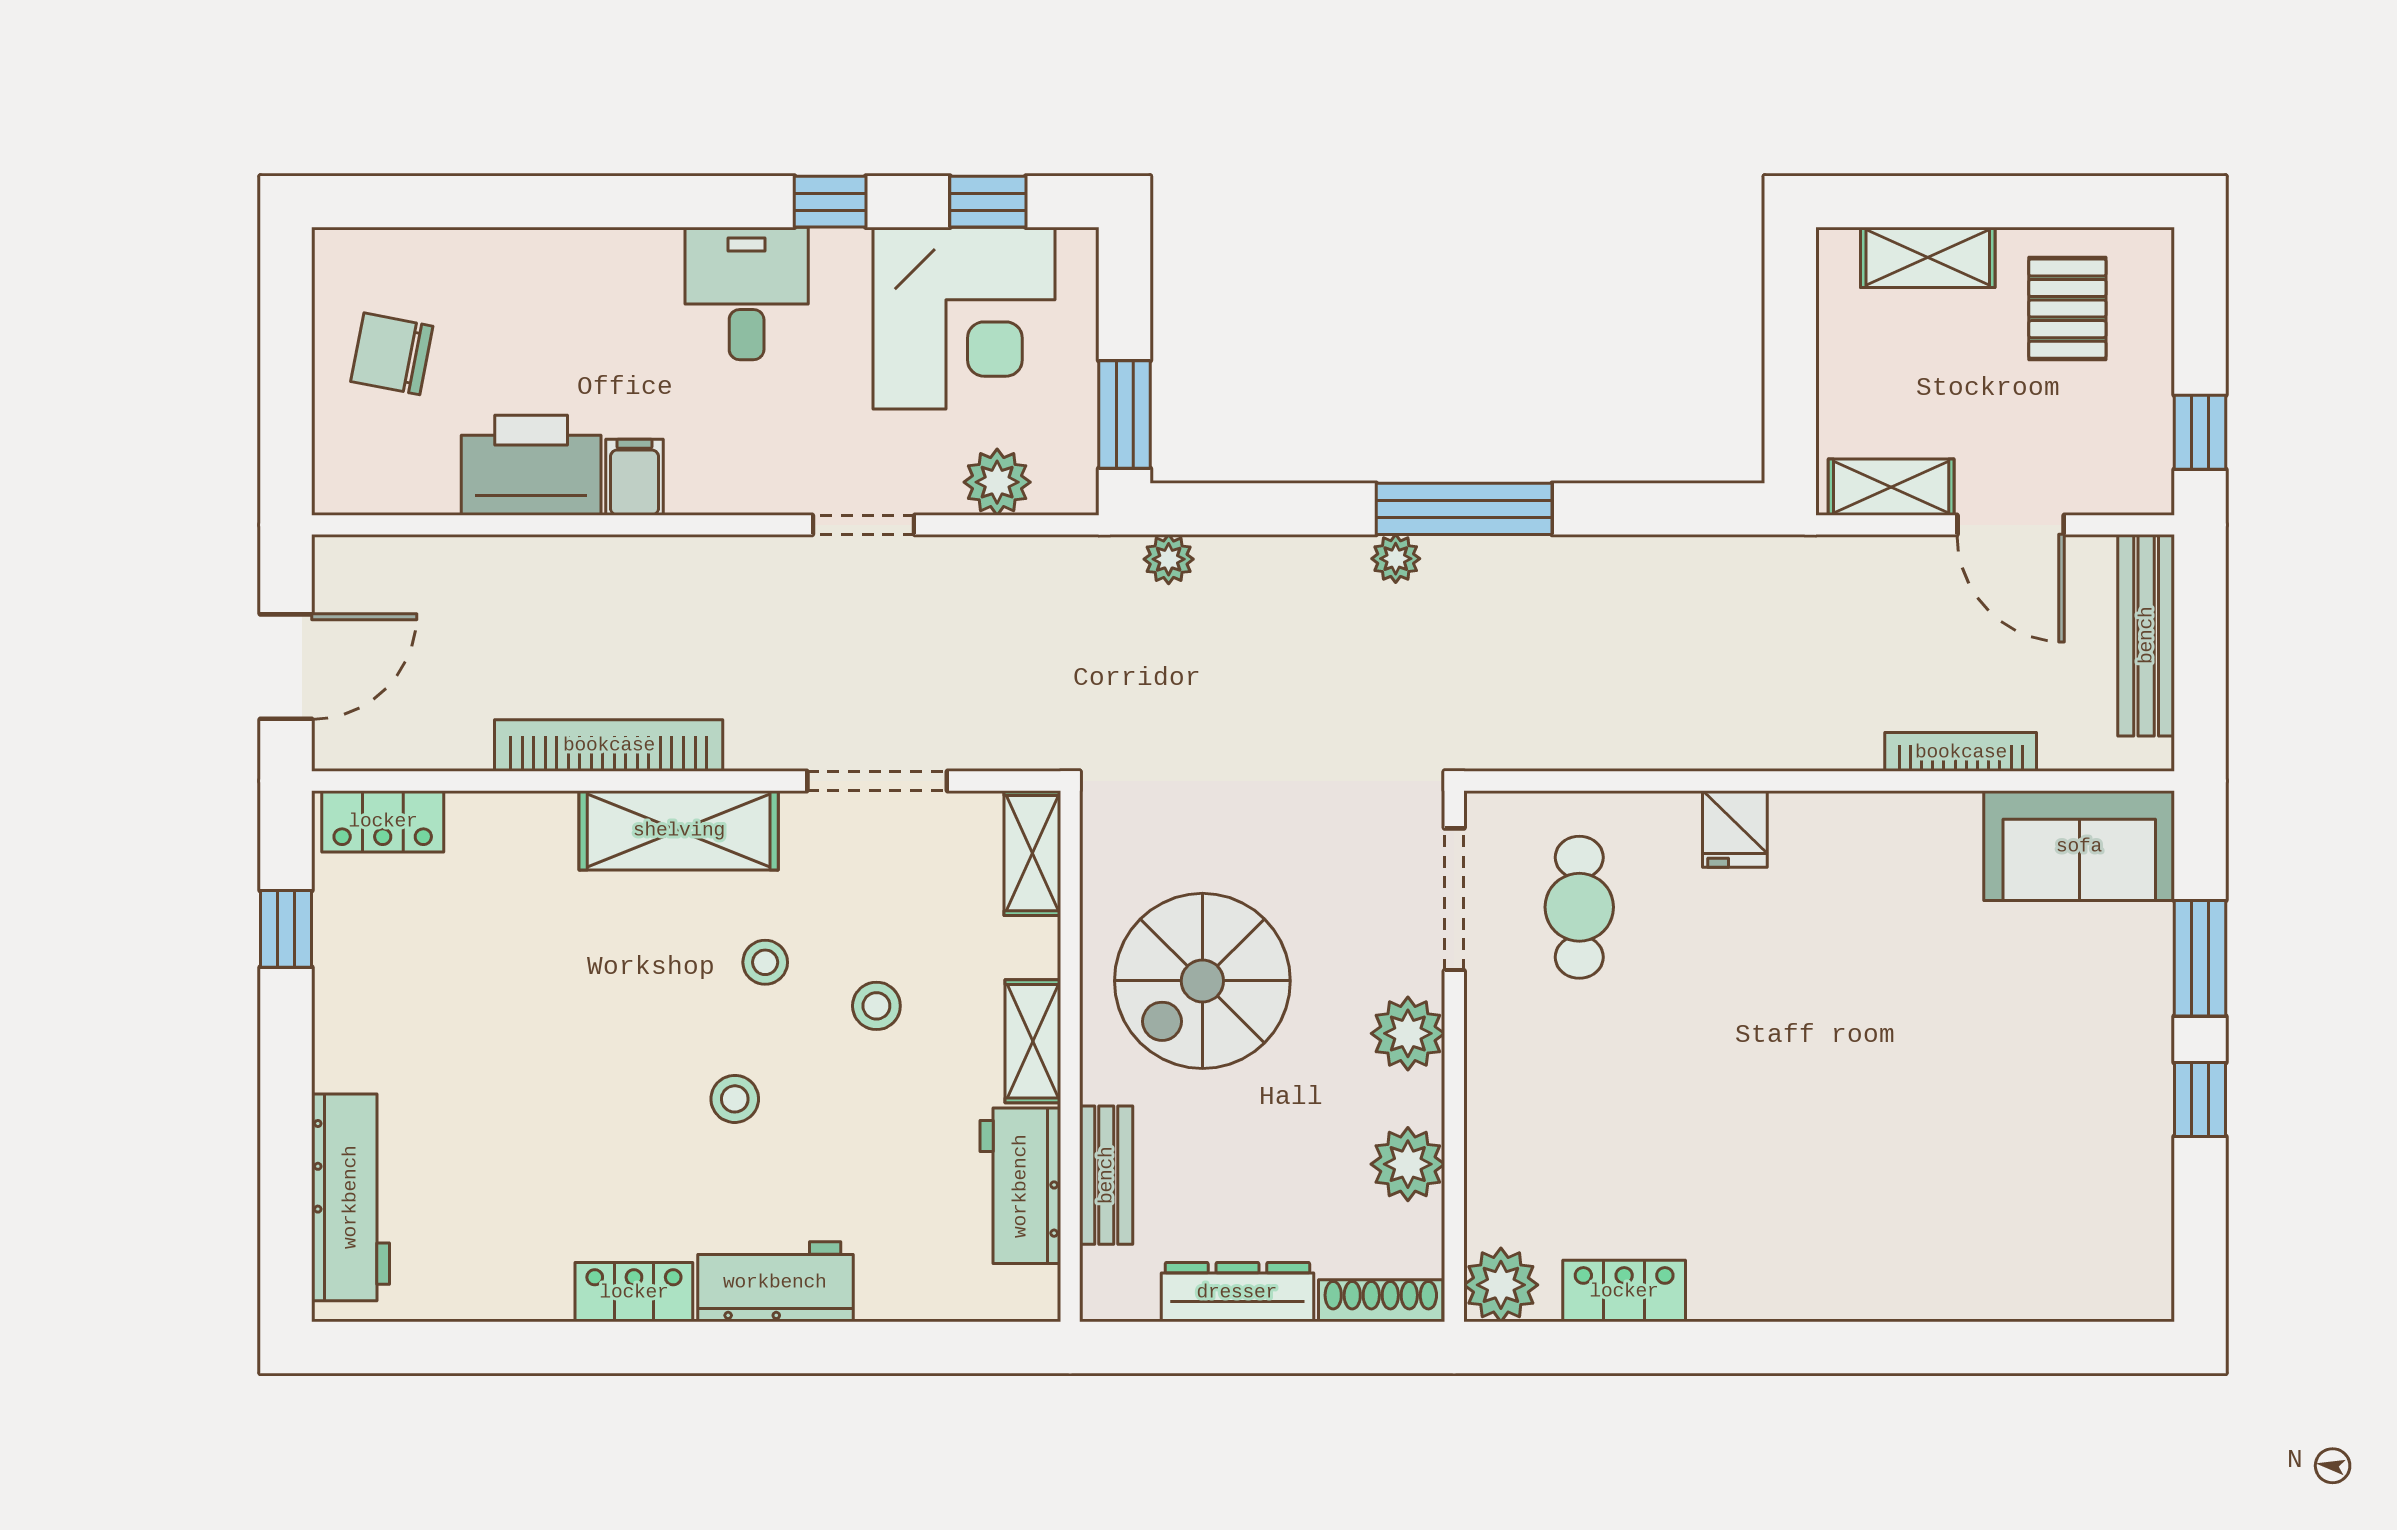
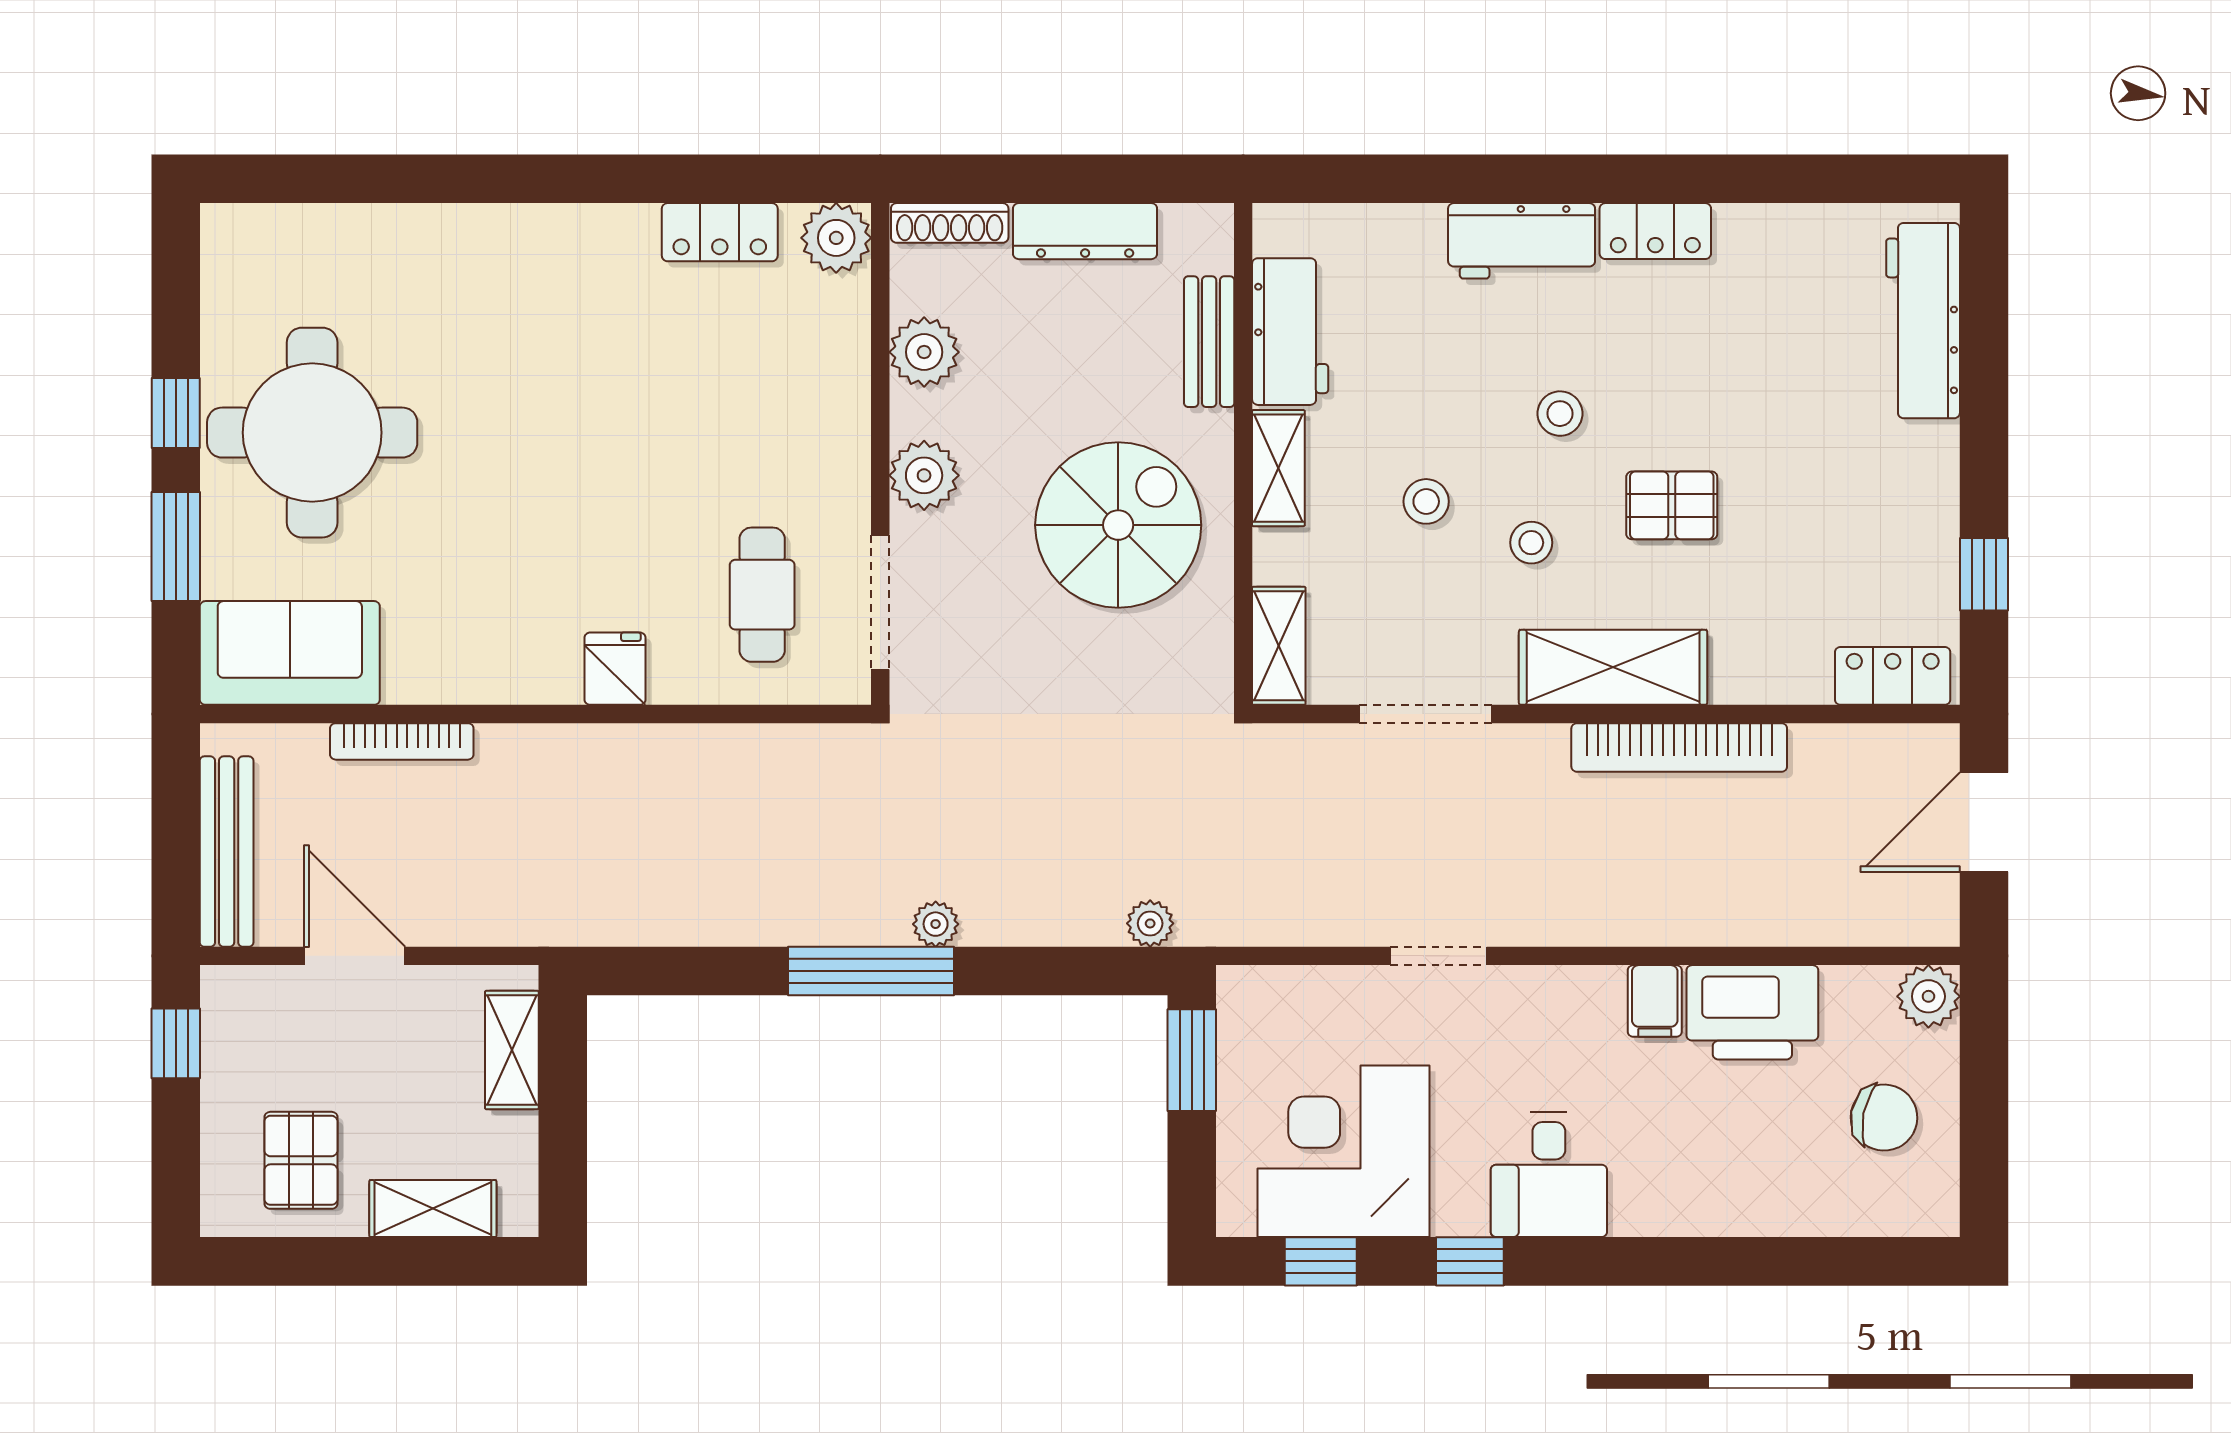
plant: (997, 482) -> (1928, 996), moved
shelving: (1891, 487) -> (512, 1050), moved, turned 90
pallet: (616, 1002) -> (1672, 505), added
round table: (2055, 1079) -> (312, 433), added

